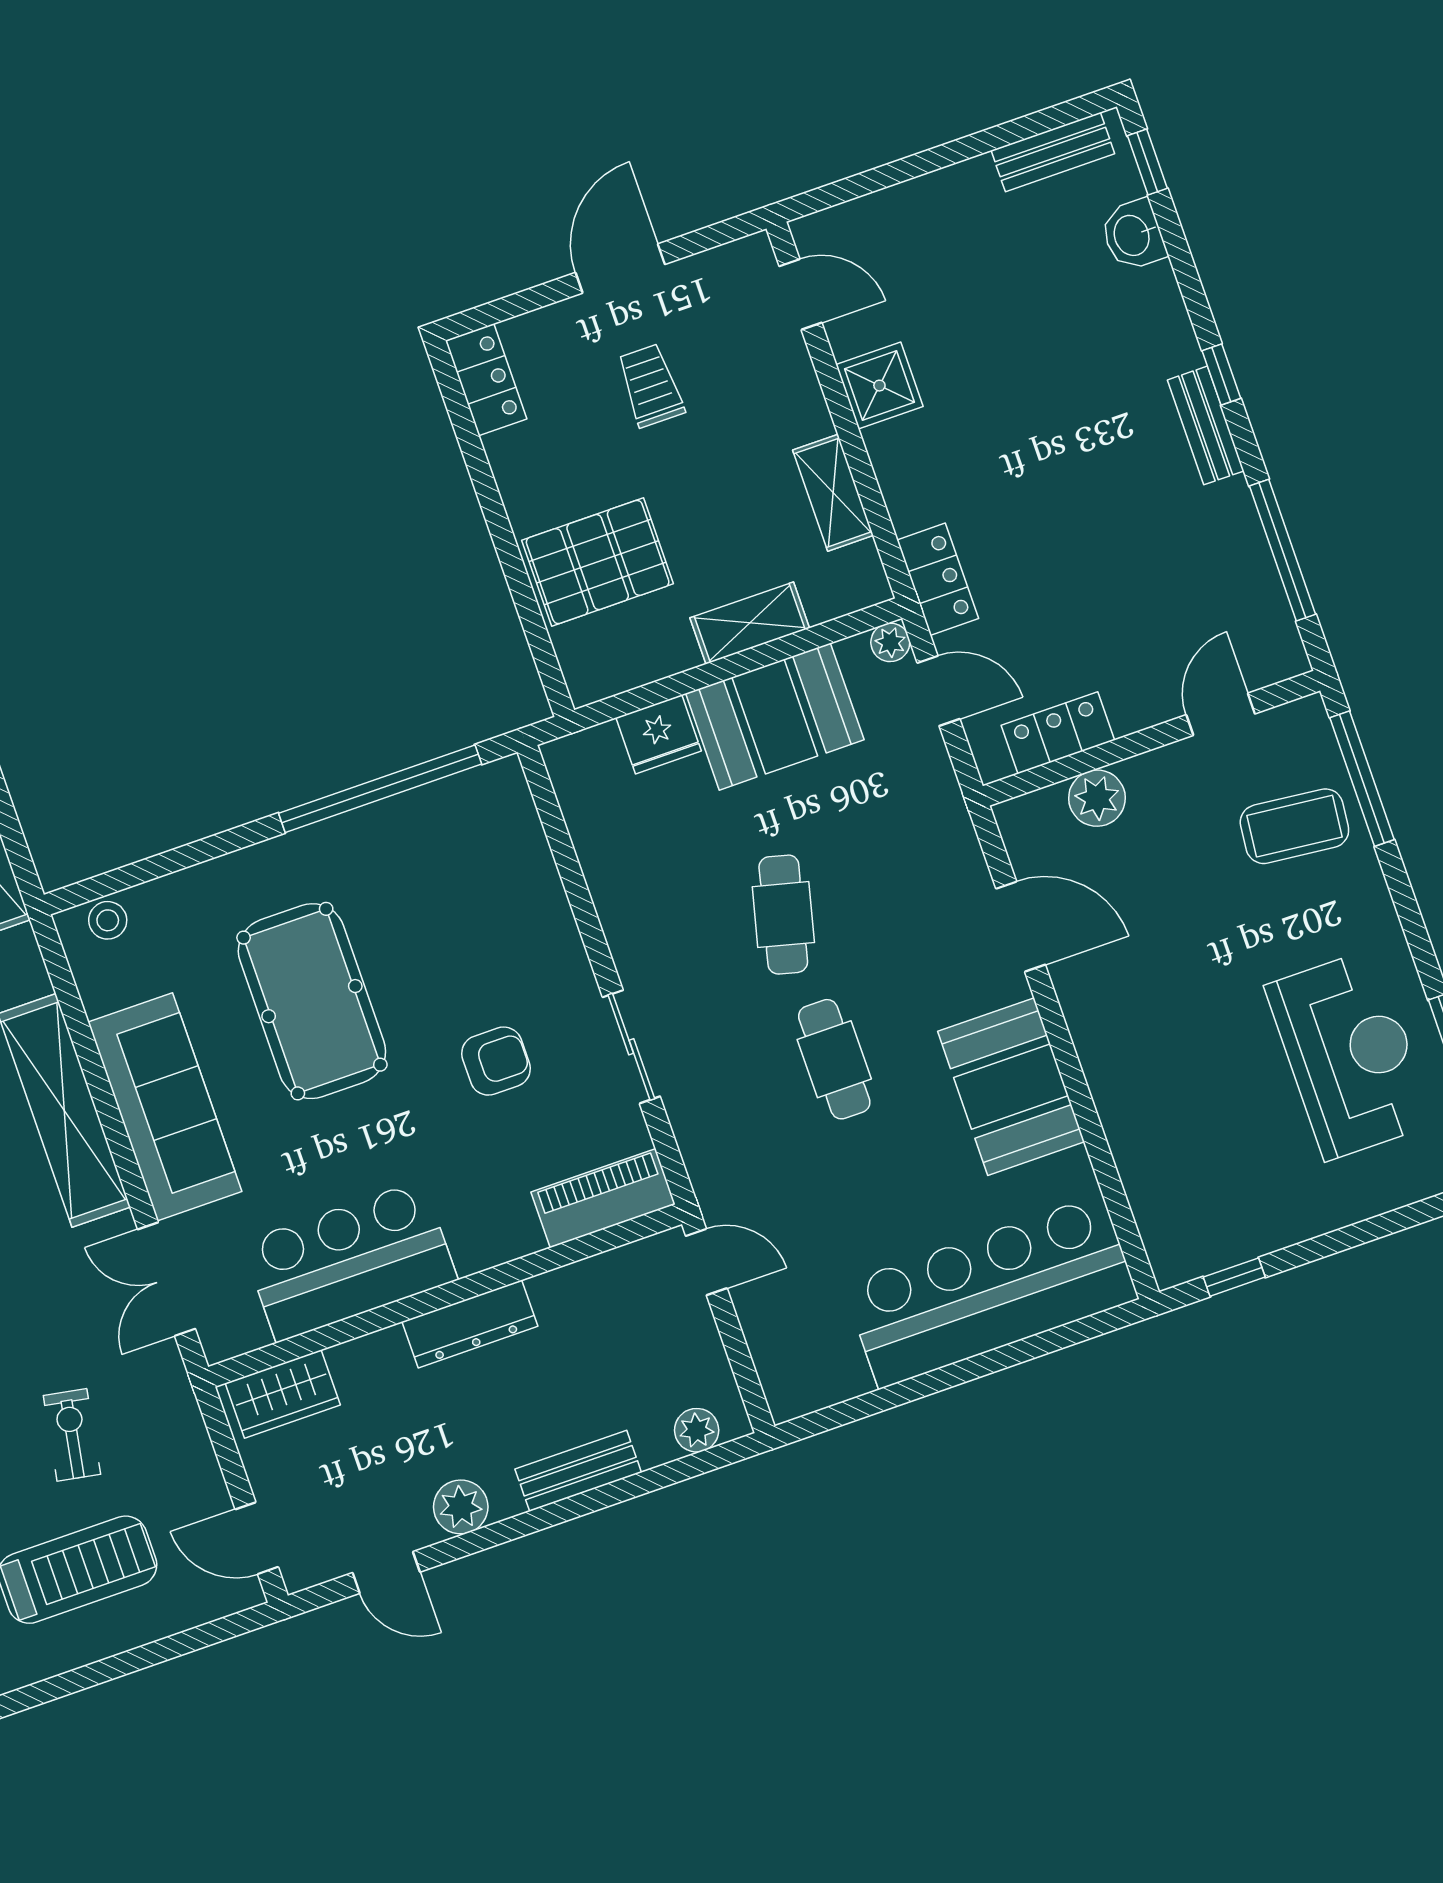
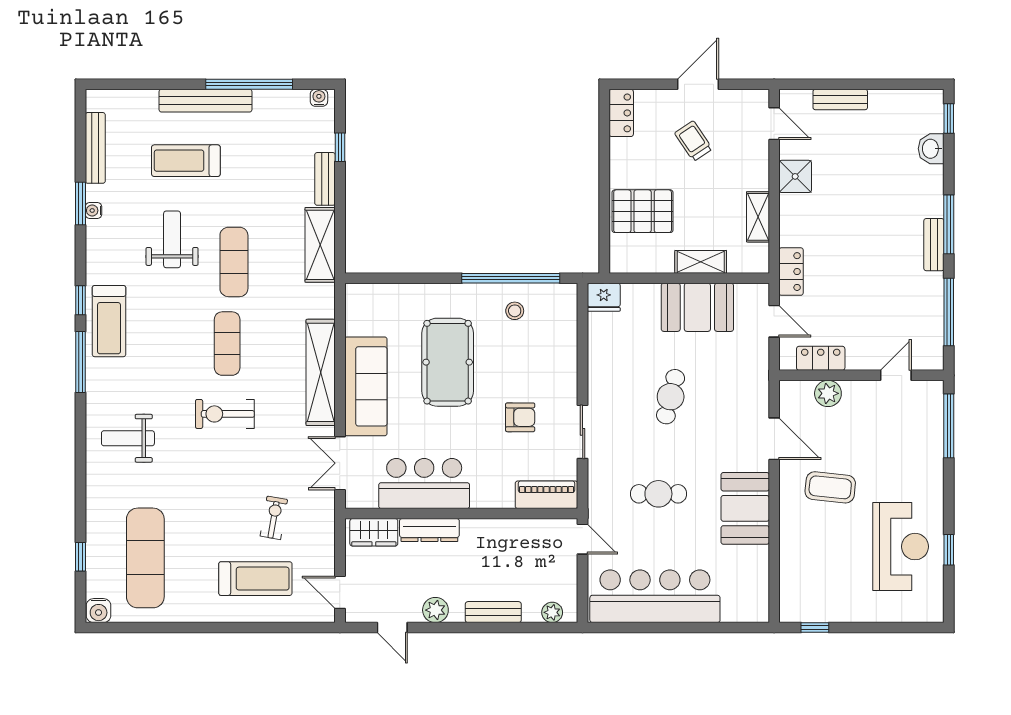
bench: (1053, 152) -> (840, 99), moved
window: (1221, 374) -> (949, 224), width x2.17
trolley: (651, 386) -> (693, 141), turned -34
plant: (890, 642) -> (760, 292), removed
fridge: (659, 734) -> (604, 297), moved
coffee table: (1294, 826) -> (830, 487), moved
stool: (108, 920) -> (515, 311), moved
cafe table: (834, 1059) -> (658, 494), moved, turned 90
bar counter: (991, 1291) -> (655, 596), moved
dresser: (470, 1324) -> (429, 530), moved

